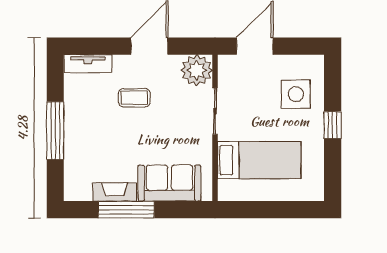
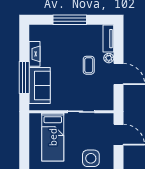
plant: (197, 70) -> (109, 58), moved, width x0.53, depth x0.53
window: (126, 210) -> (24, 77), moved

